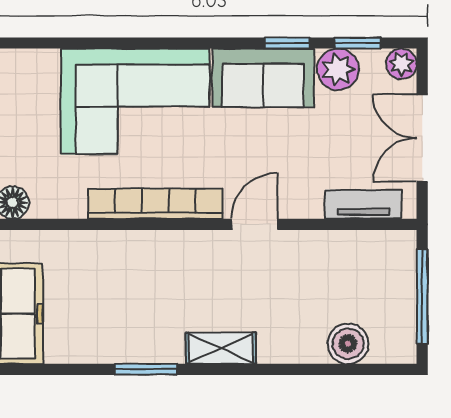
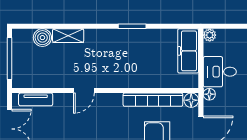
bookcase: (155, 204) -> (153, 100), moved
shelving: (221, 348) -> (68, 36), moved

